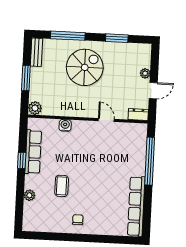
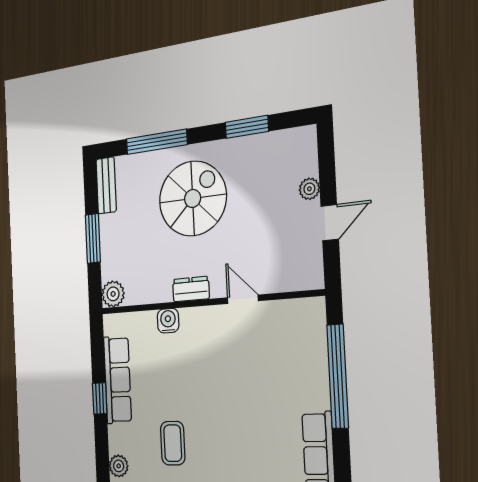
dresser: (138, 114) -> (191, 289), moved

